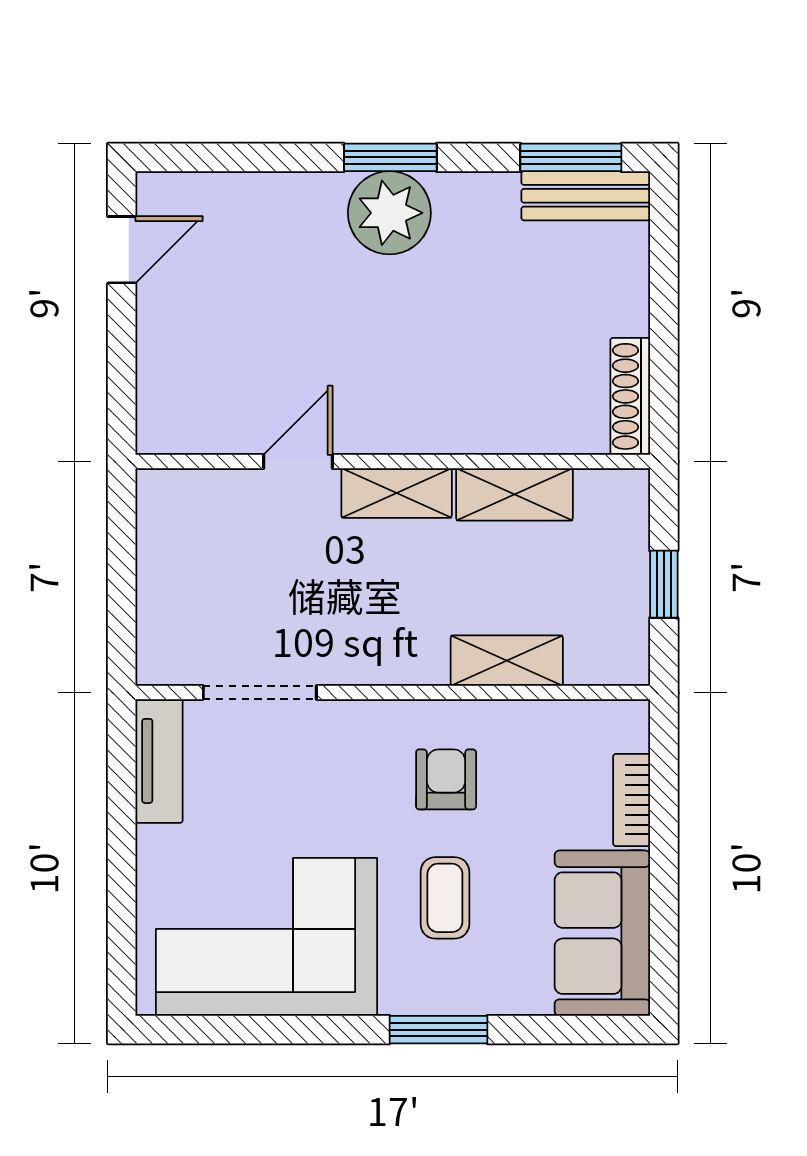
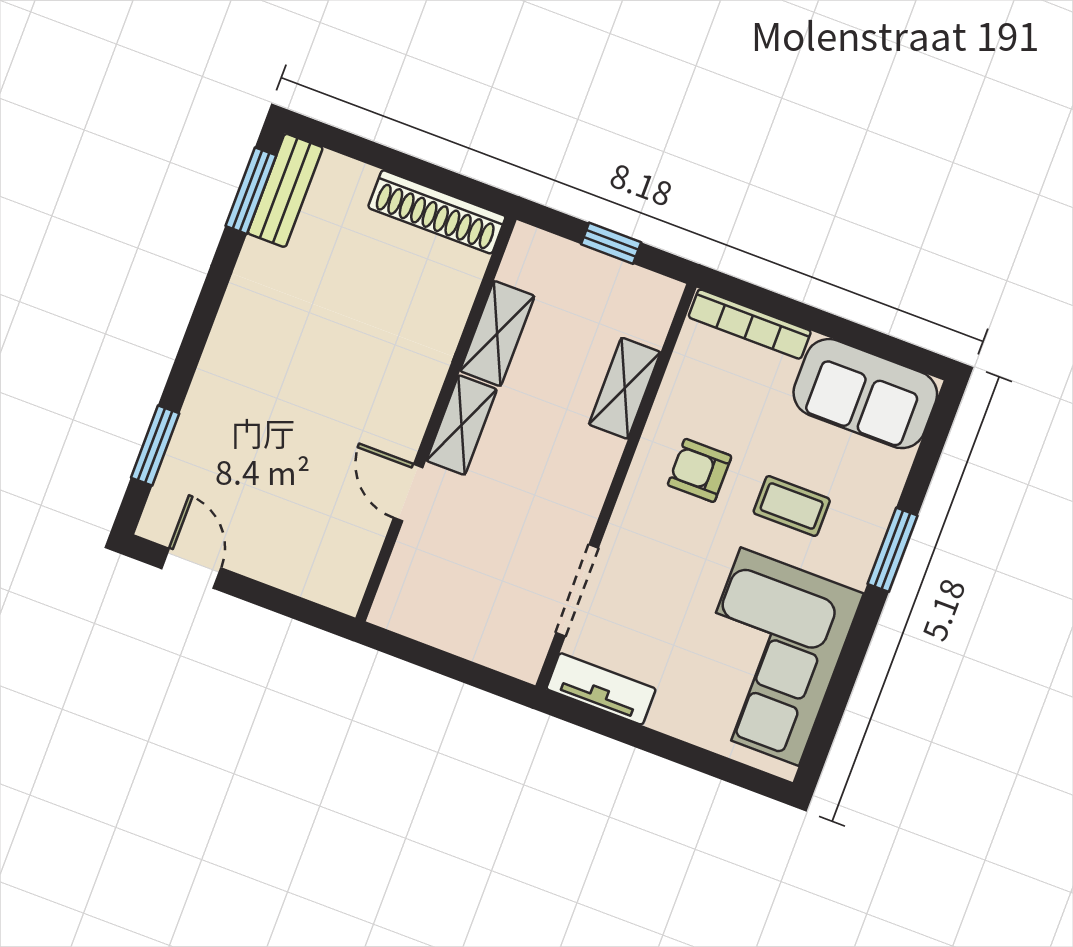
window: (390, 157) -> (155, 446), moved
plant: (389, 213) -> (241, 348), removed
shoe rack: (630, 396) -> (437, 212), width x1.36, depth x1.24
bookcase: (632, 800) -> (750, 324), width x1.56

